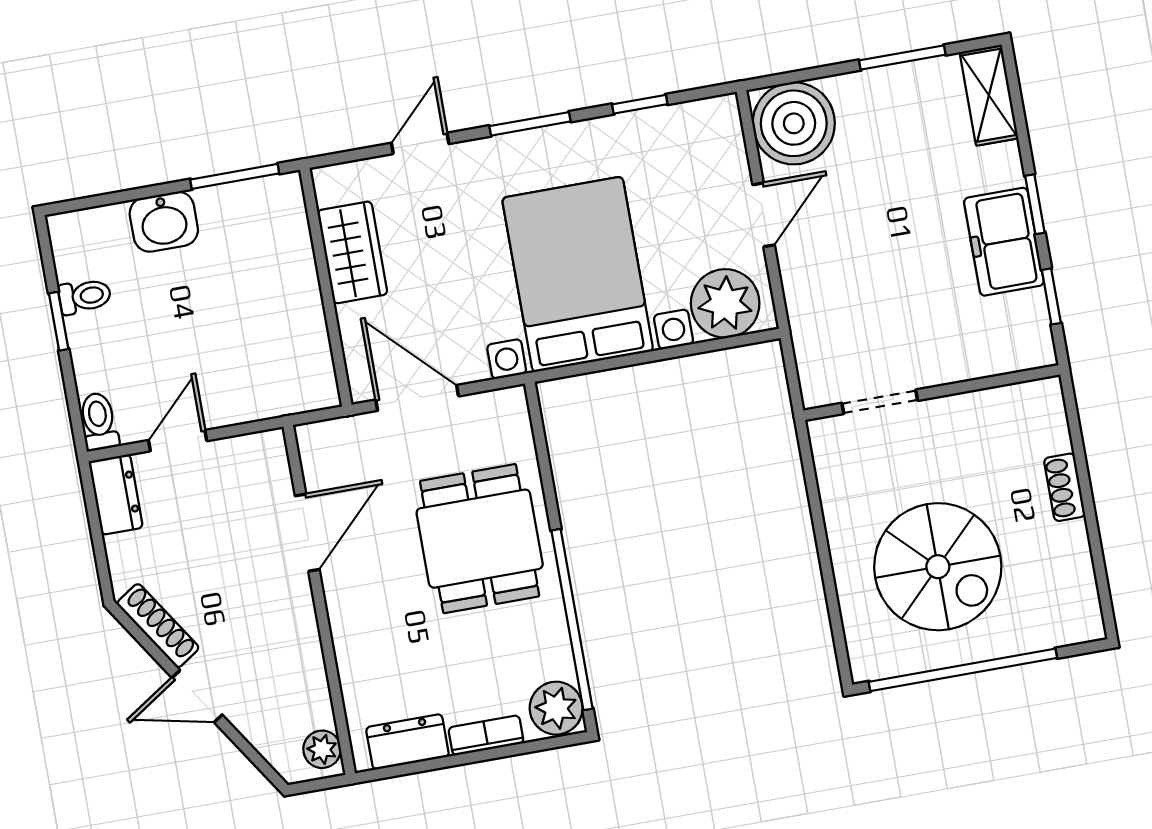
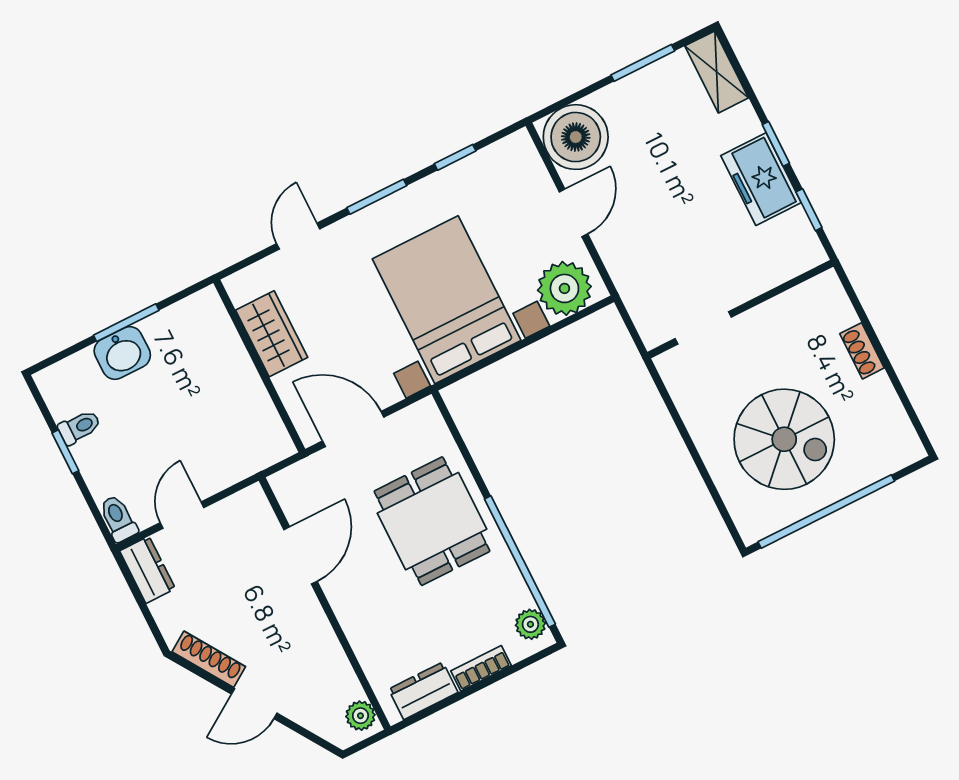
window: (235, 176) -> (126, 323), moved
plant: (556, 708) -> (530, 624), width x0.73, depth x0.73

